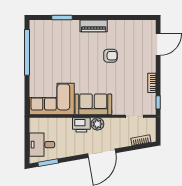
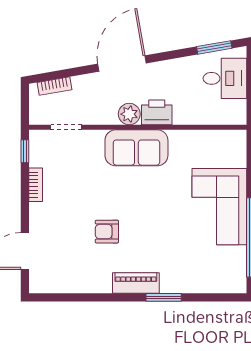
window: (62, 18) -> (164, 297), moved
corner sofa: (52, 99) -> (219, 207), moved, turned 90

